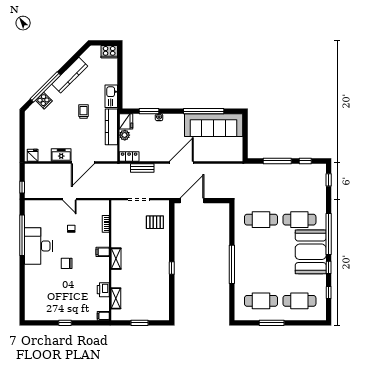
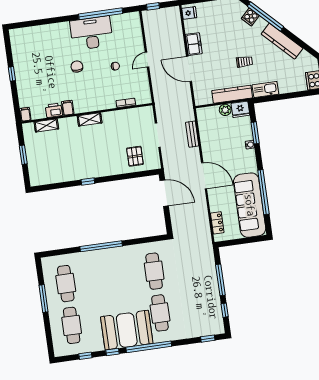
locker: (129, 157) -> (217, 223), moved
filing cabinet: (103, 252) -> (68, 108), moved

